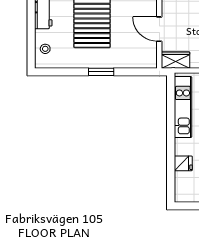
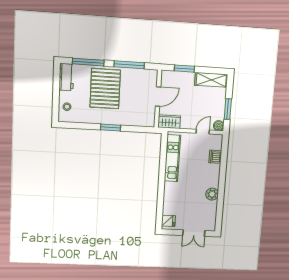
door: (159, 29) -> (158, 96), swing flipped
fridge: (183, 163) -> (168, 221), moved

